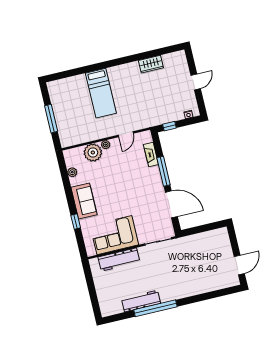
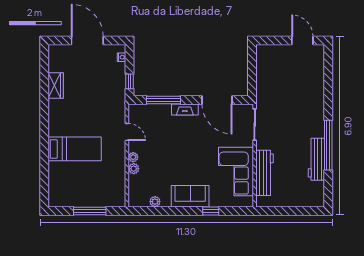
door: (196, 82) -> (87, 41), width x1.87
plant: (93, 152) -> (134, 169), width x0.53, depth x0.53
fireplace: (151, 155) -> (185, 109), moved
window: (164, 171) -> (163, 100), moved
door: (171, 204) -> (217, 100), swing flipped

